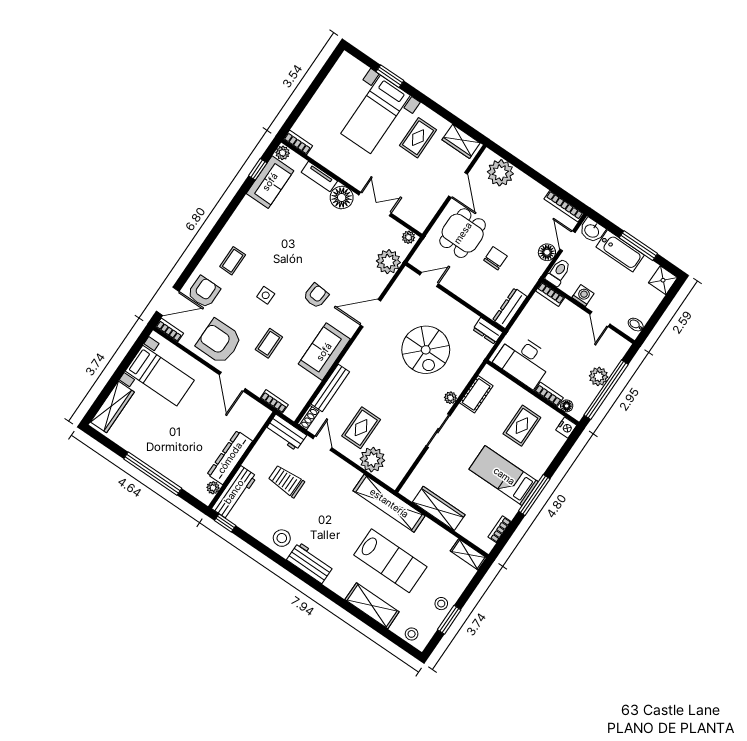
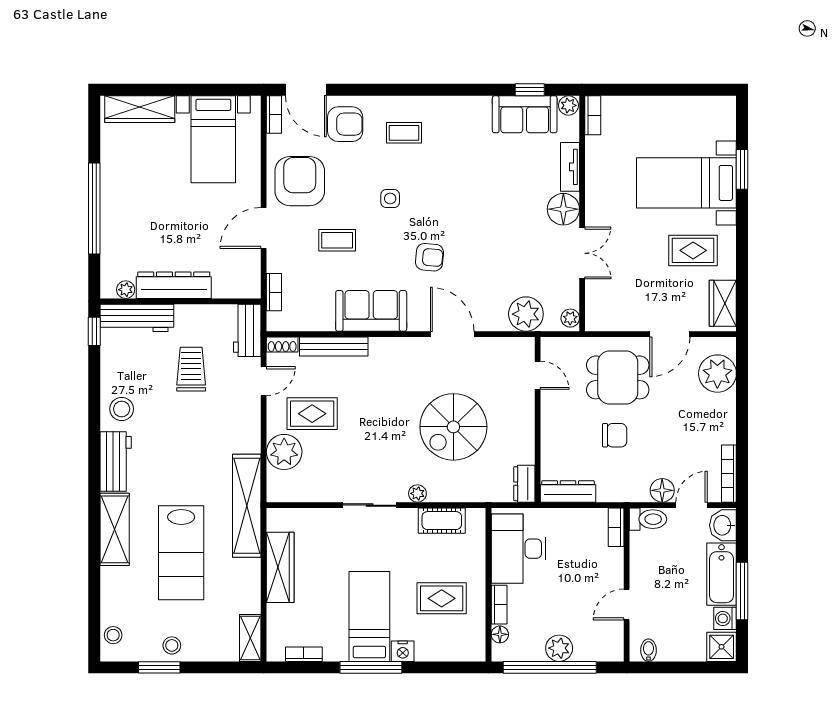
washing machine: (583, 295) -> (725, 618), moved, turned 180
nightstand: (566, 428) -> (403, 651), moved
shelving: (372, 606) -> (115, 529), moved

